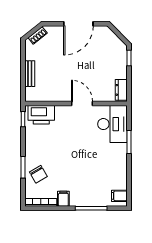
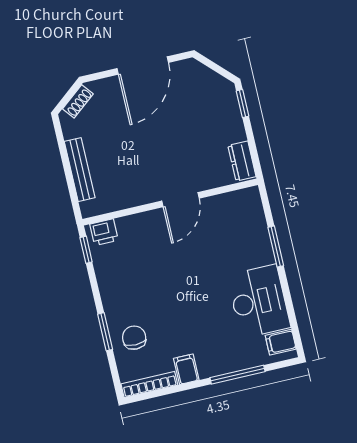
bench: (30, 74) -> (80, 170), width x1.36
door: (82, 103) -> (180, 200), swing flipped
printer: (41, 115) -> (104, 232), width x0.53, depth x0.68
desk: (112, 124) -> (259, 301), moved
chair: (38, 174) -> (134, 338), turned -150

